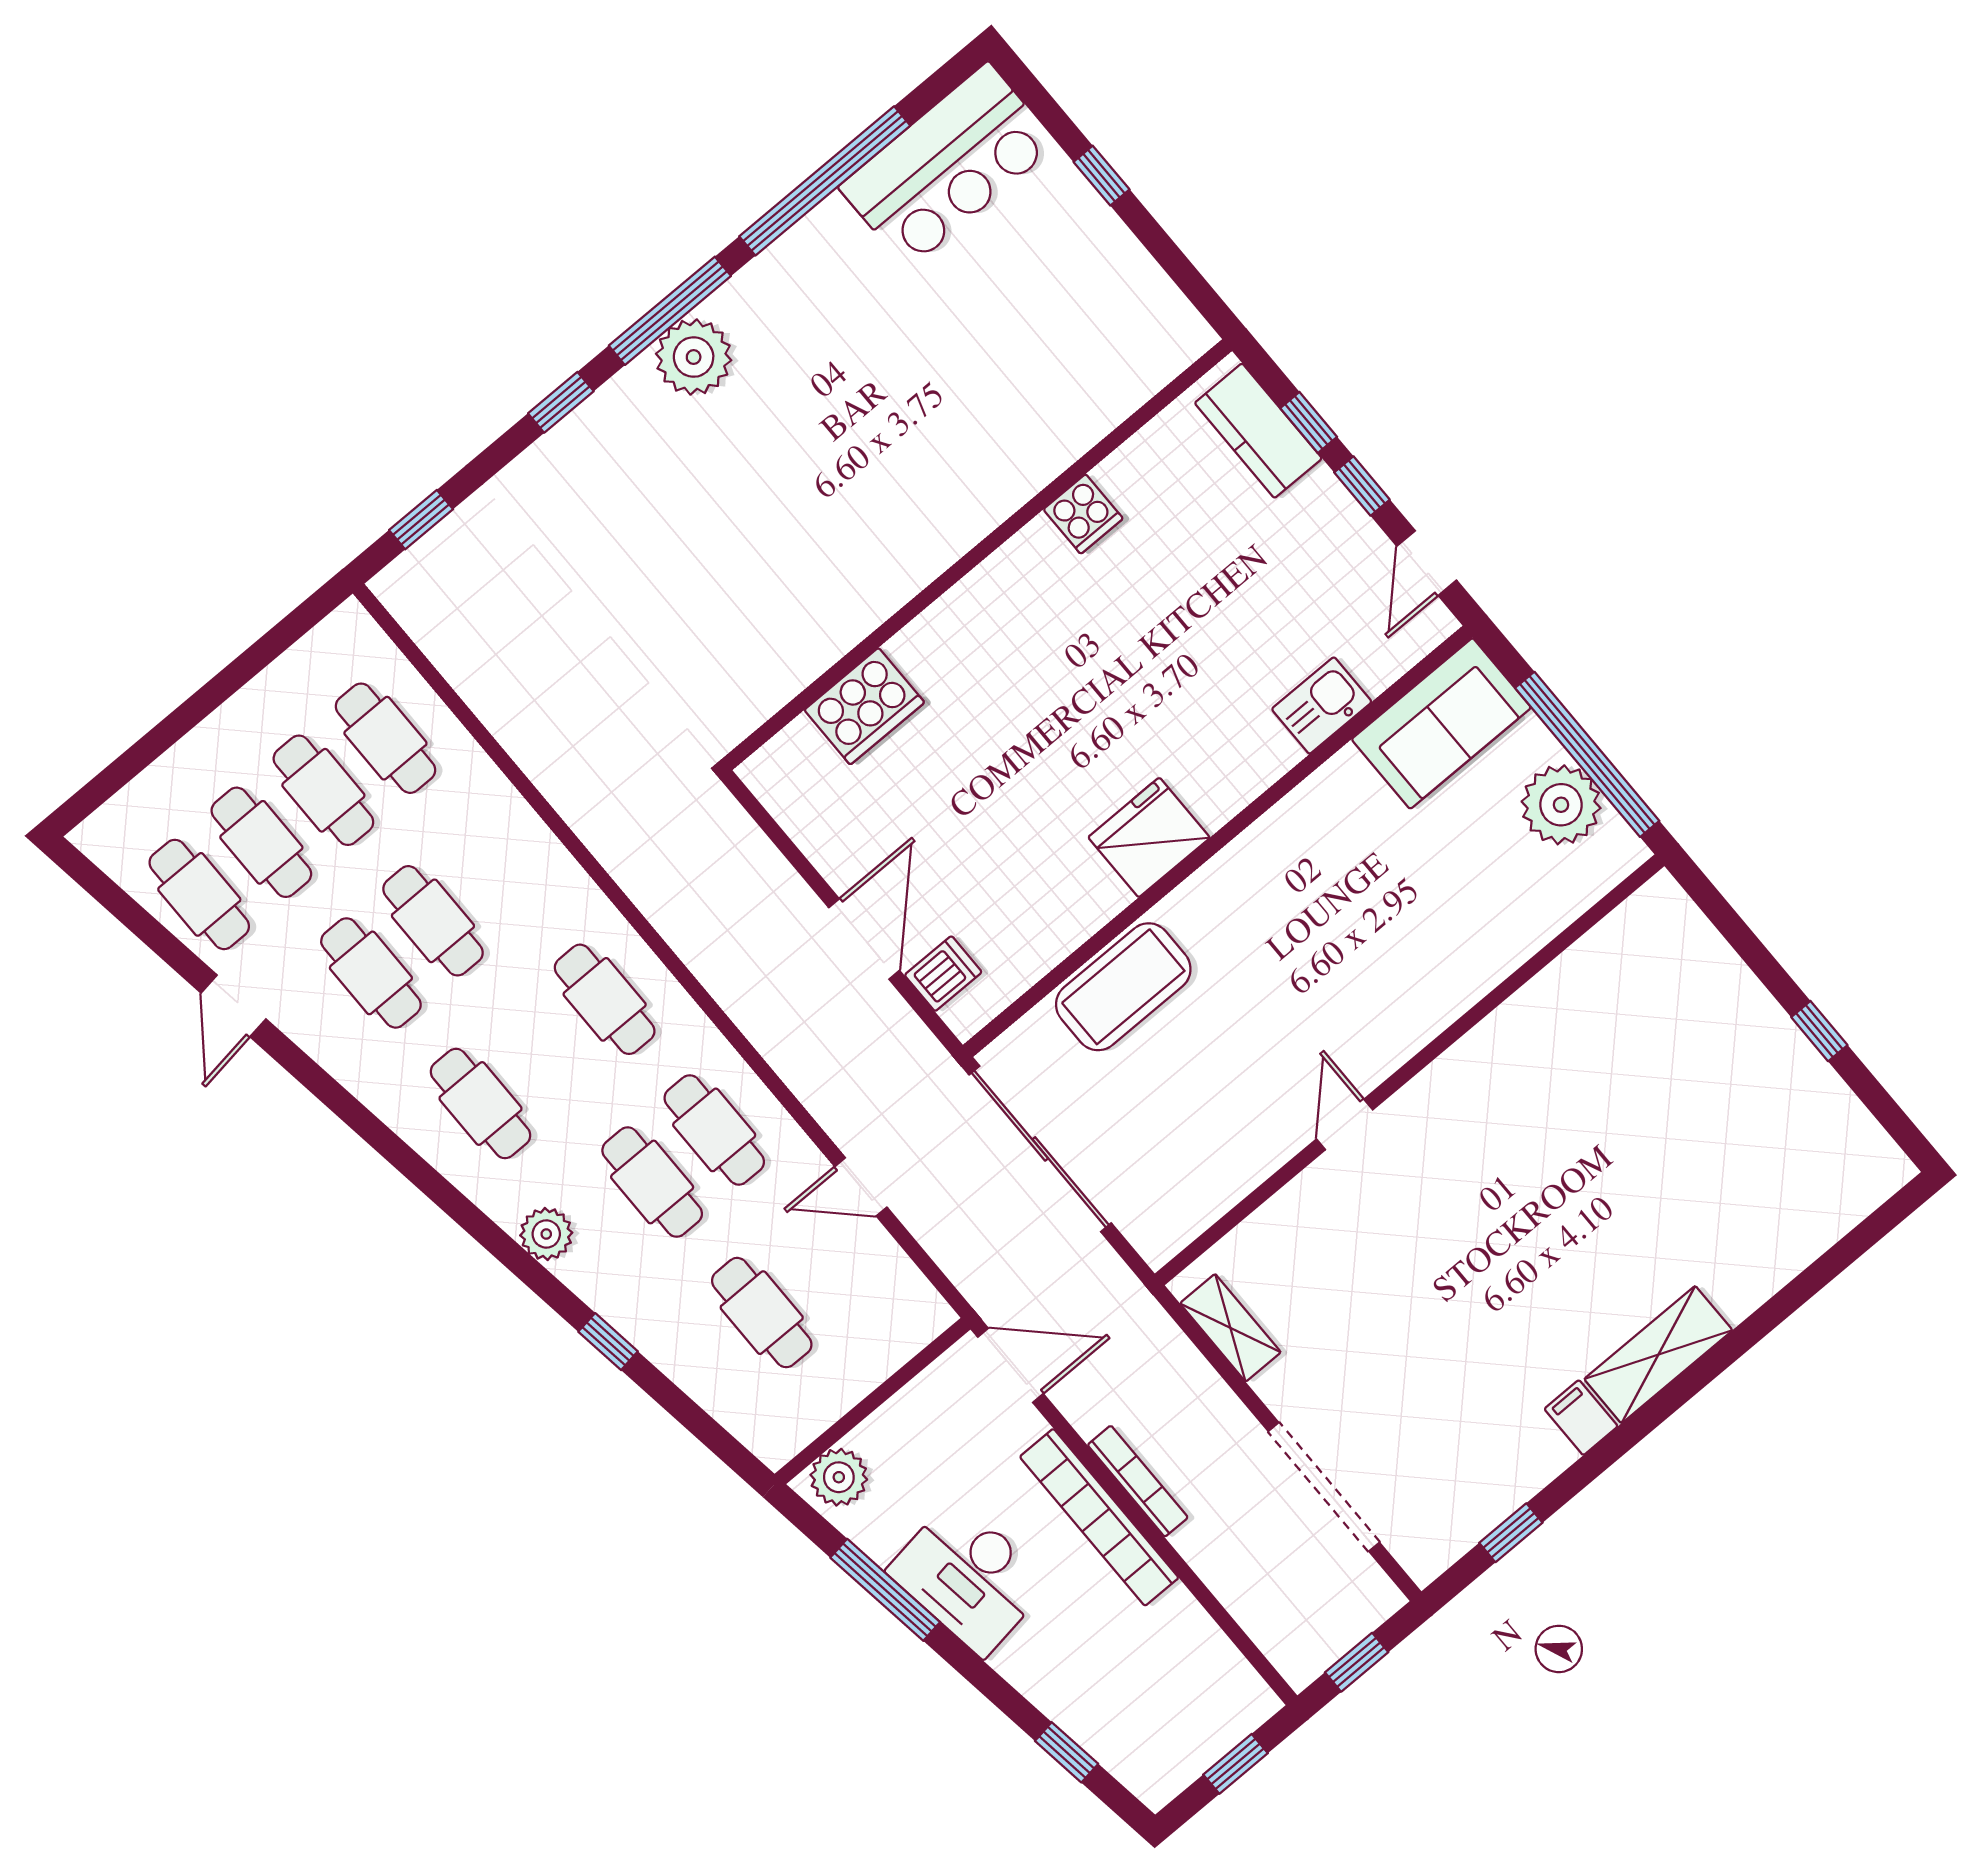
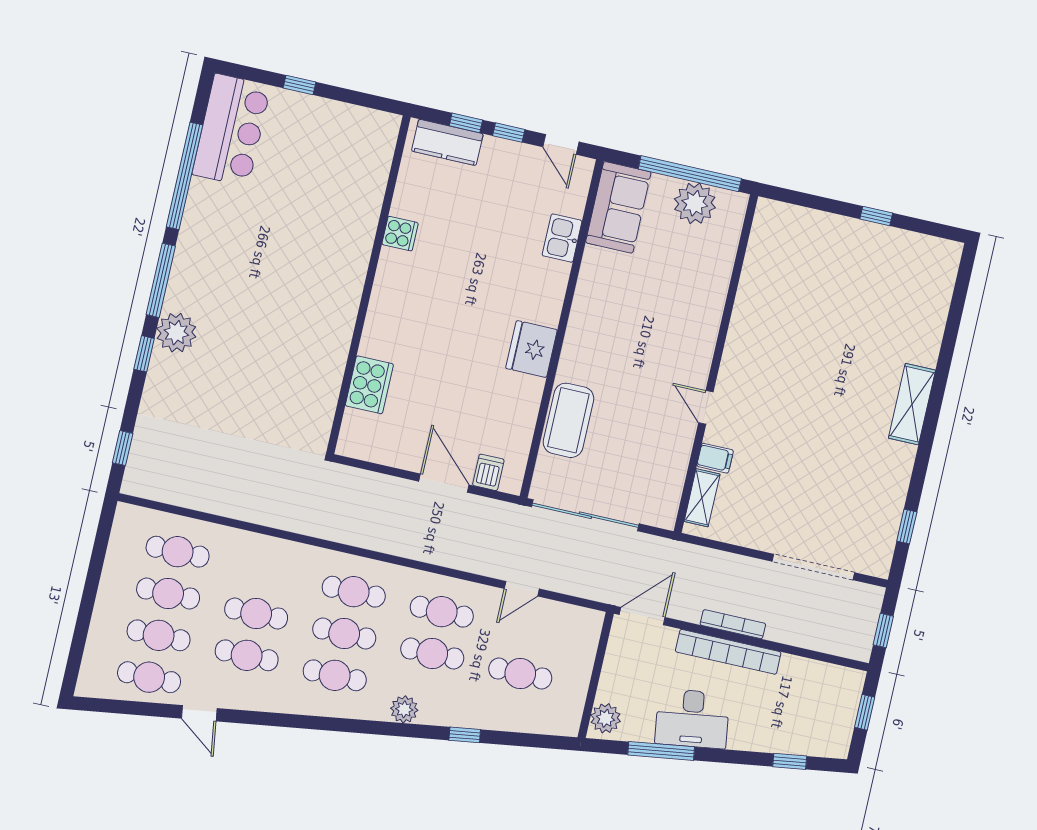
plant: (694, 357) -> (176, 333), moved
cafe table: (543, 1051) -> (344, 633), added
shelving: (1230, 1328) -> (702, 498), moved, turned 90
filing cabinet: (1581, 1418) -> (715, 458), moved, turned 180

